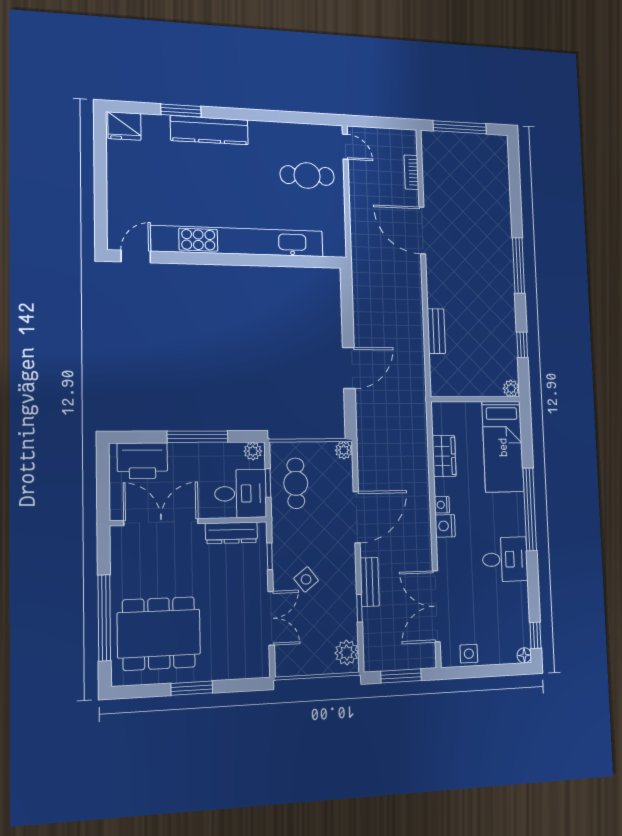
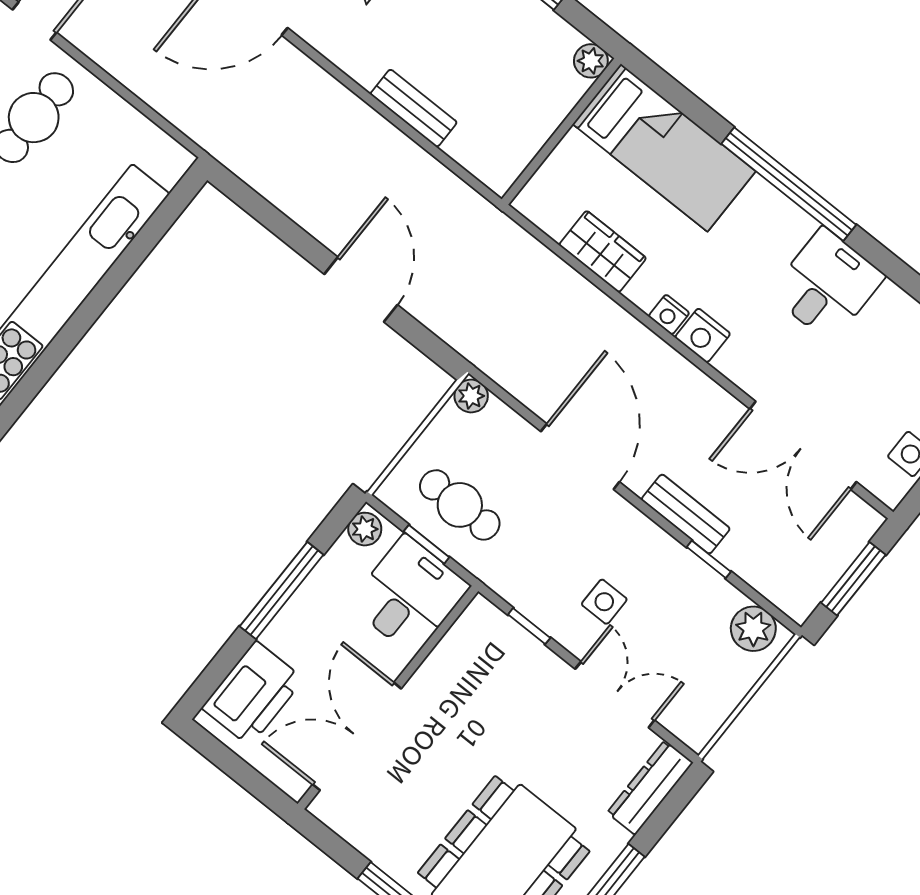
dresser: (231, 533) -> (650, 788), moved, turned 180
side table: (306, 579) -> (604, 602), turned 38

